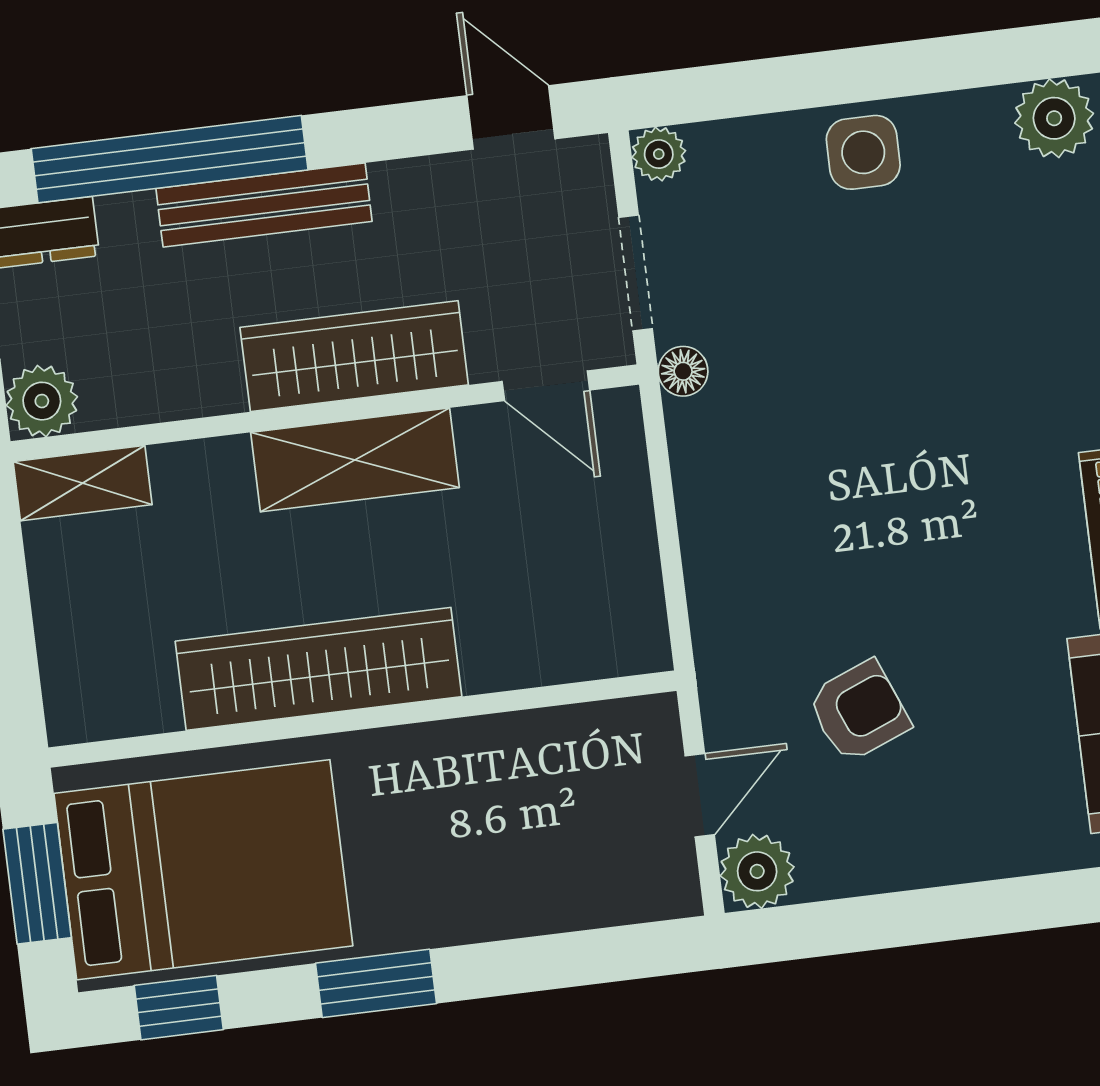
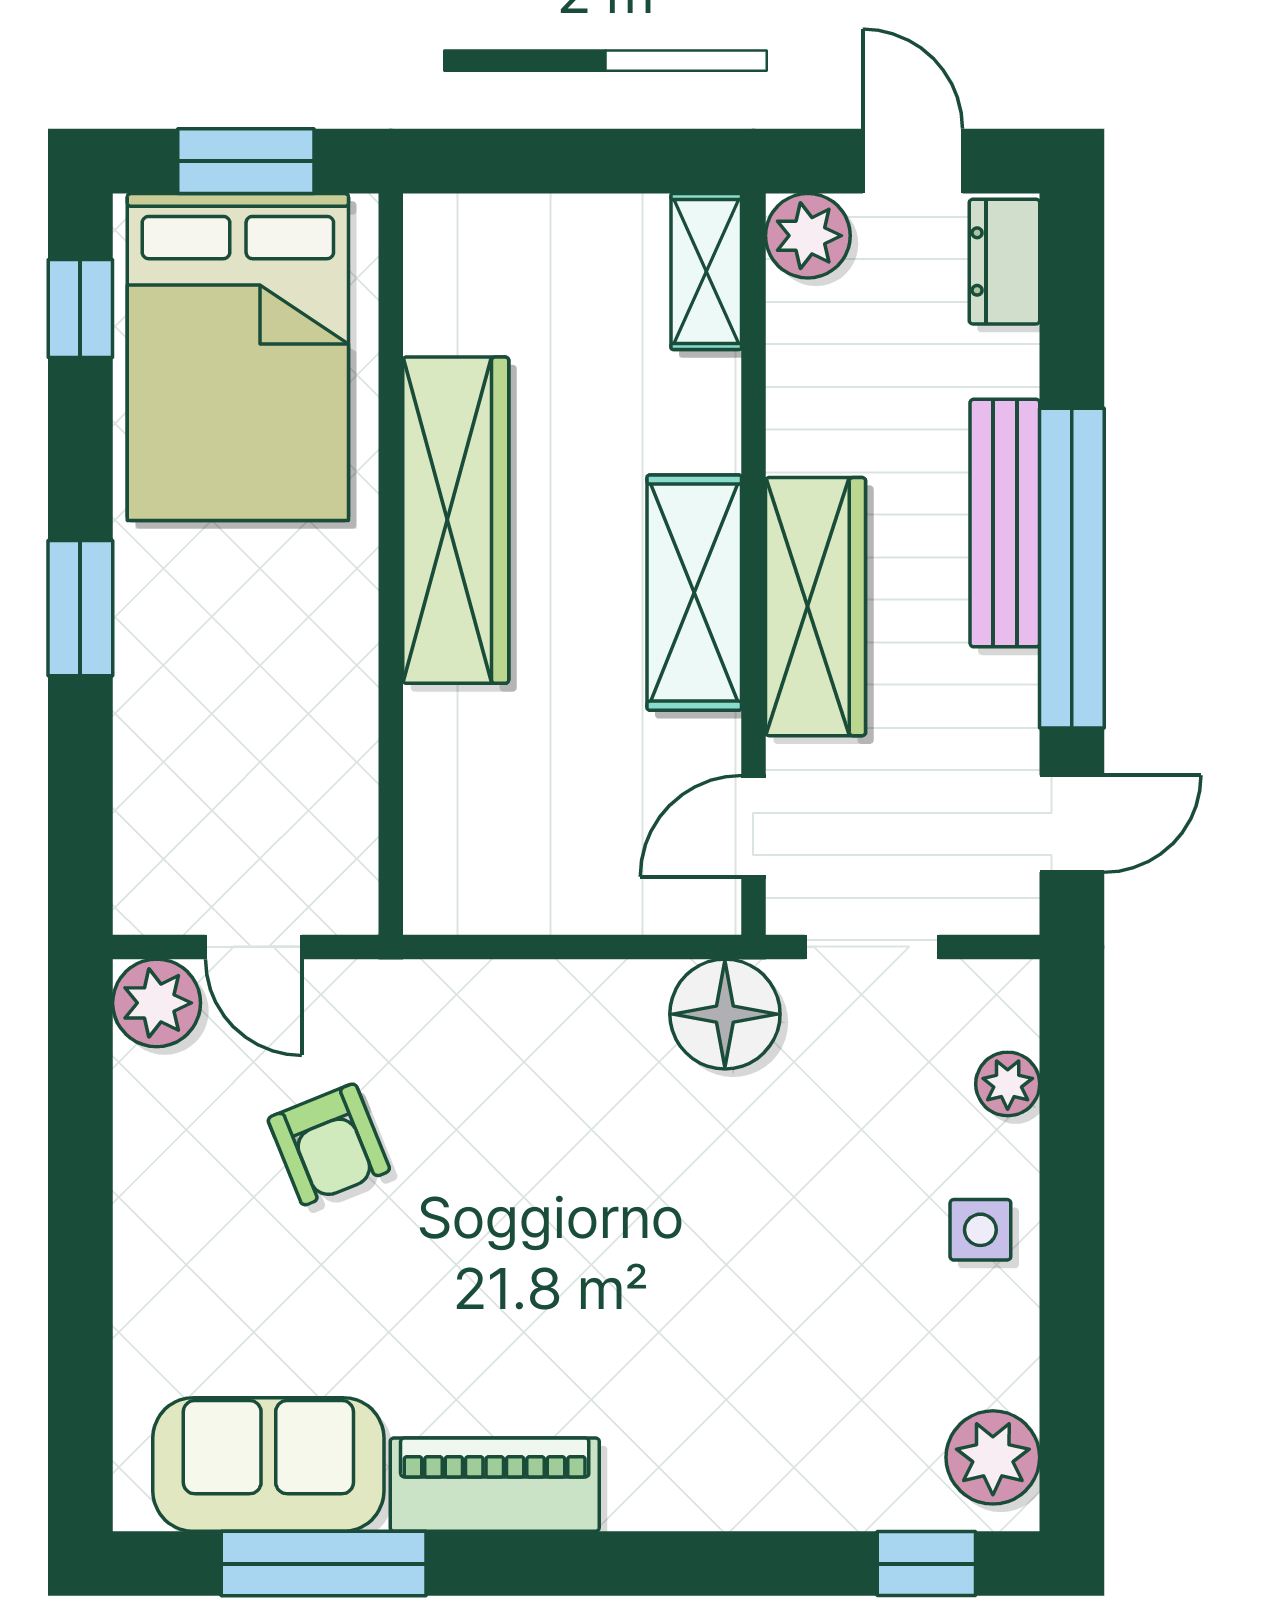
side table: (863, 152) -> (980, 1230), width x0.73, depth x0.73
plant: (659, 154) -> (1008, 1084), moved
window: (170, 159) -> (1072, 568), moved
floor lamp: (683, 371) -> (725, 1014), width x1.89, depth x1.89
window: (376, 983) -> (80, 608), moved

